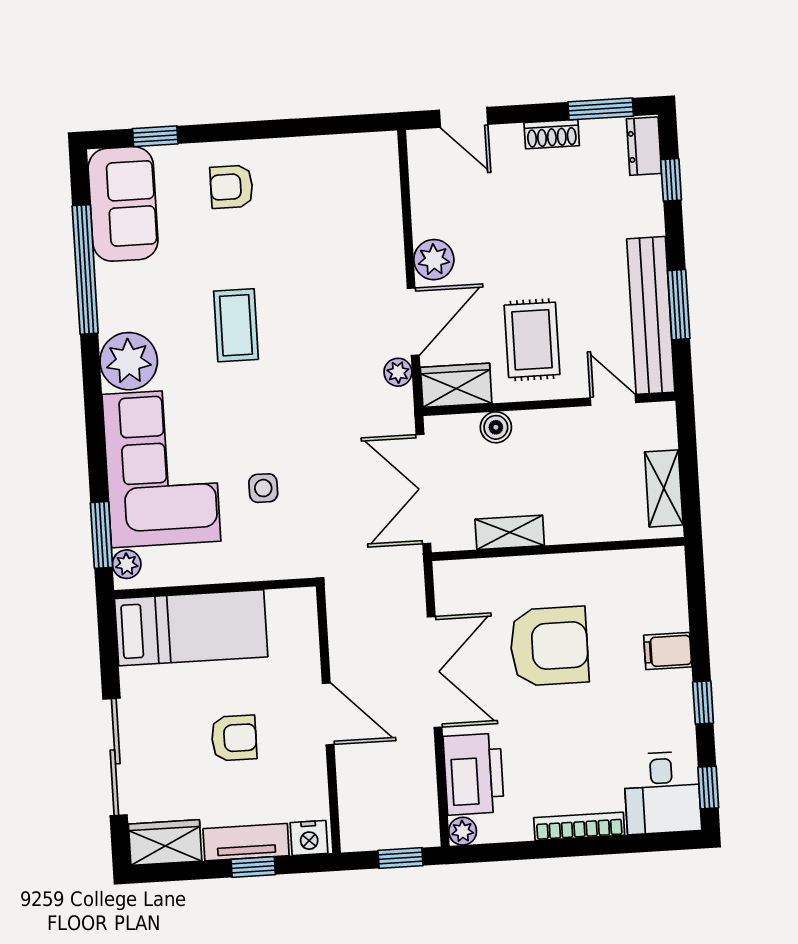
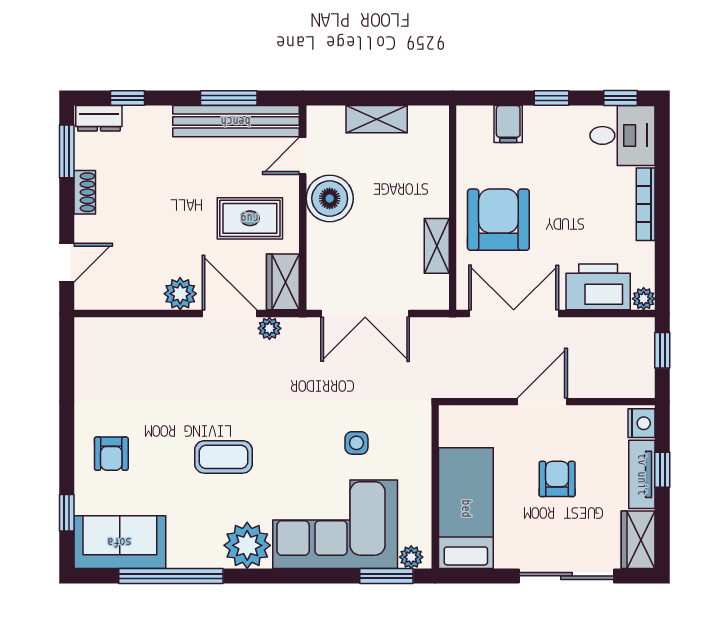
boiler: (496, 427) -> (330, 198), moved, width x1.86, depth x1.86
shelving: (510, 532) -> (437, 246), moved
wall: (558, 549) -> (453, 208), moved

